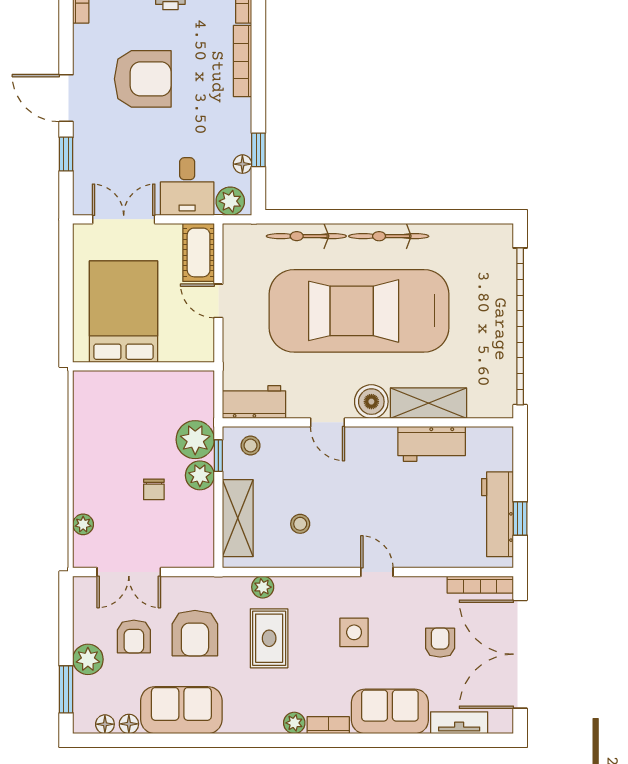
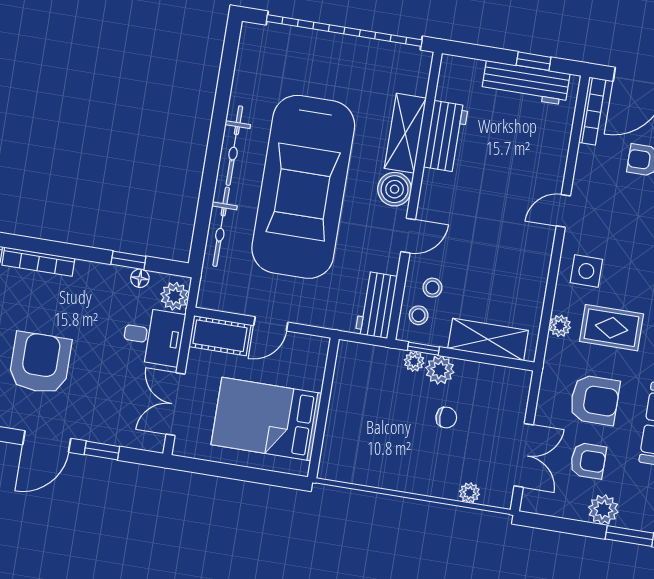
plant: (195, 440) -> (414, 361), width x0.53, depth x0.53
stool: (300, 524) -> (432, 288), moved
side table: (354, 632) -> (586, 271), moved

